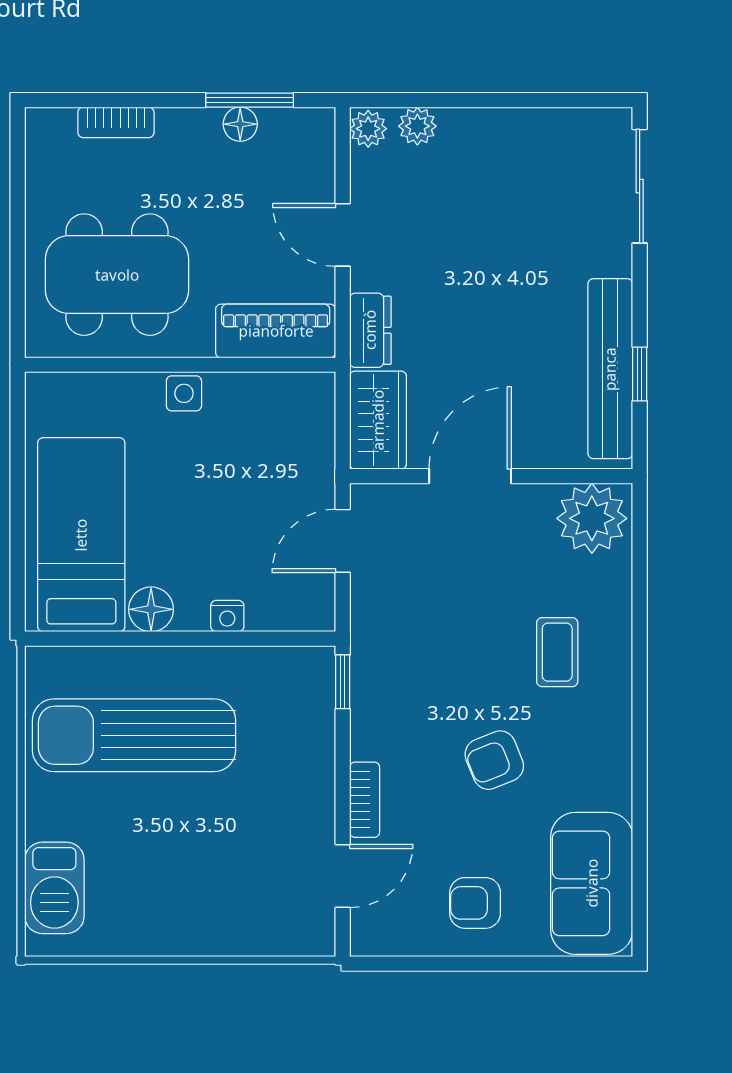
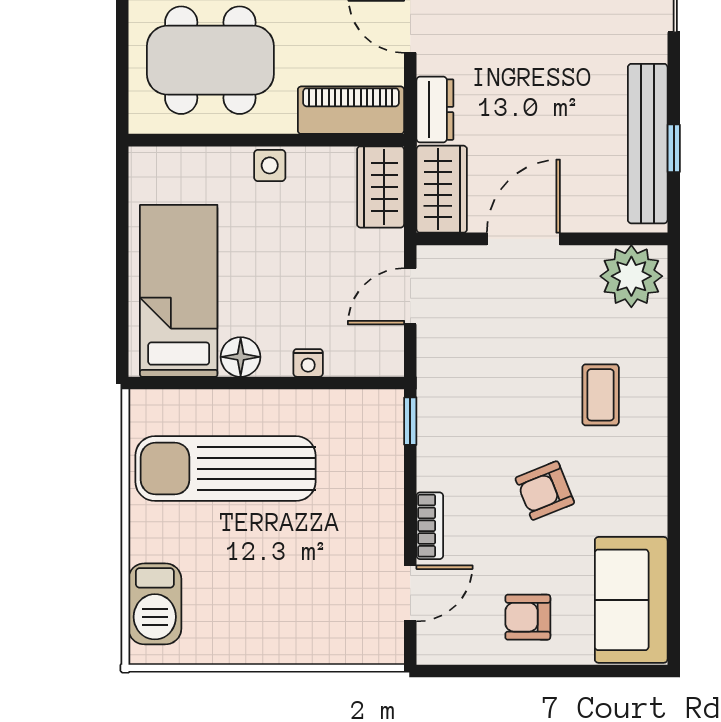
wardrobe: (309, 418) -> (381, 187), added

